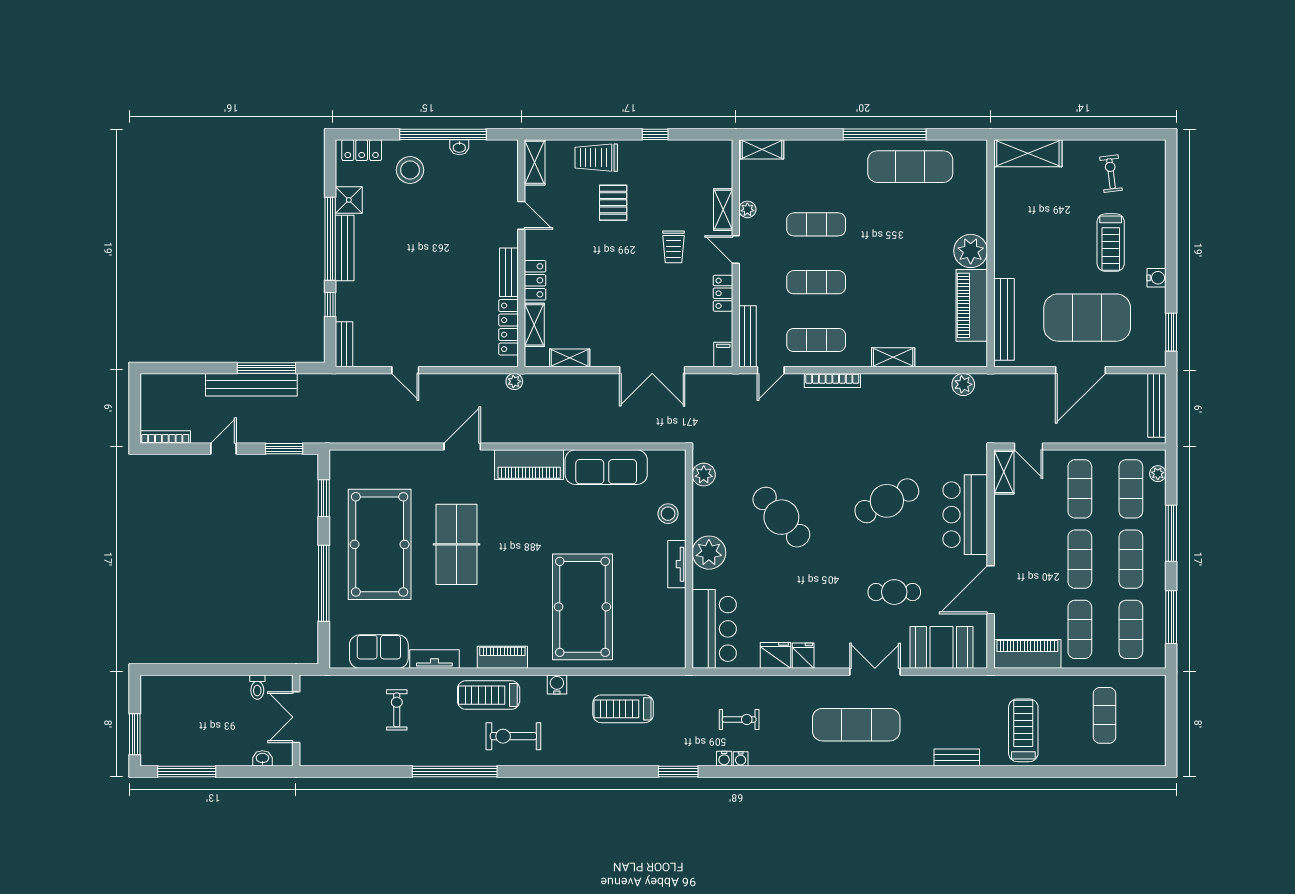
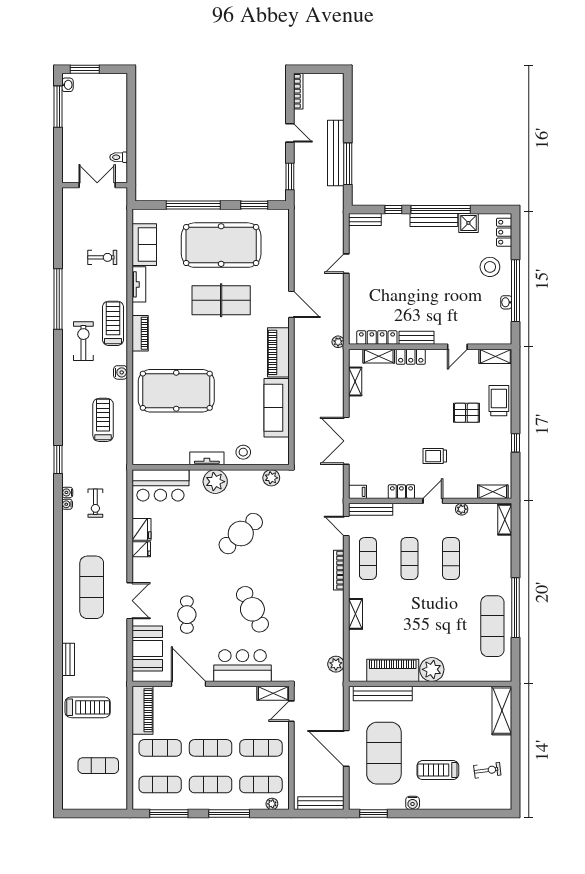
shelving: (723, 210) -> (493, 492), moved
washbasin: (262, 758) -> (67, 85), moved

